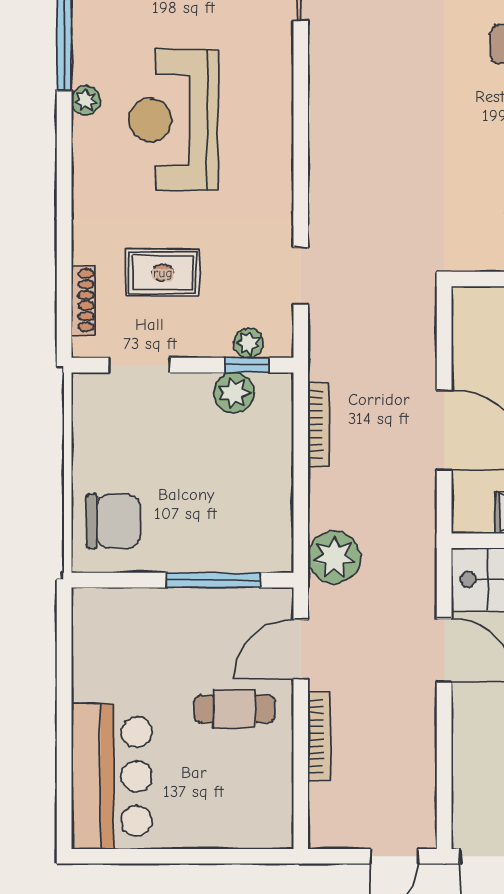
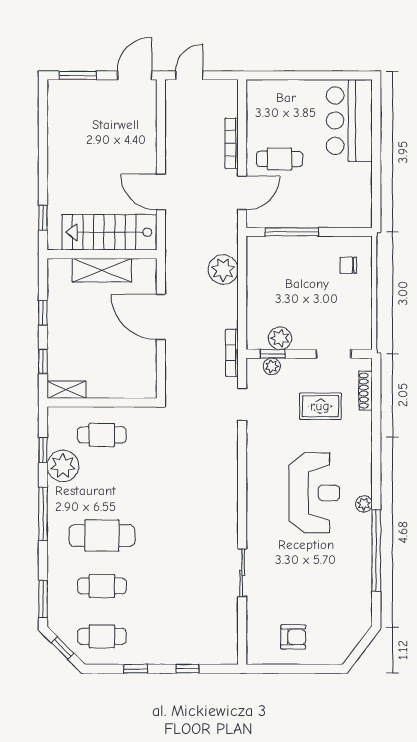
bookcase: (319, 424) -> (232, 353), moved
chair: (113, 521) -> (348, 265), width x0.54, depth x0.54
plant: (334, 557) -> (223, 270), moved

